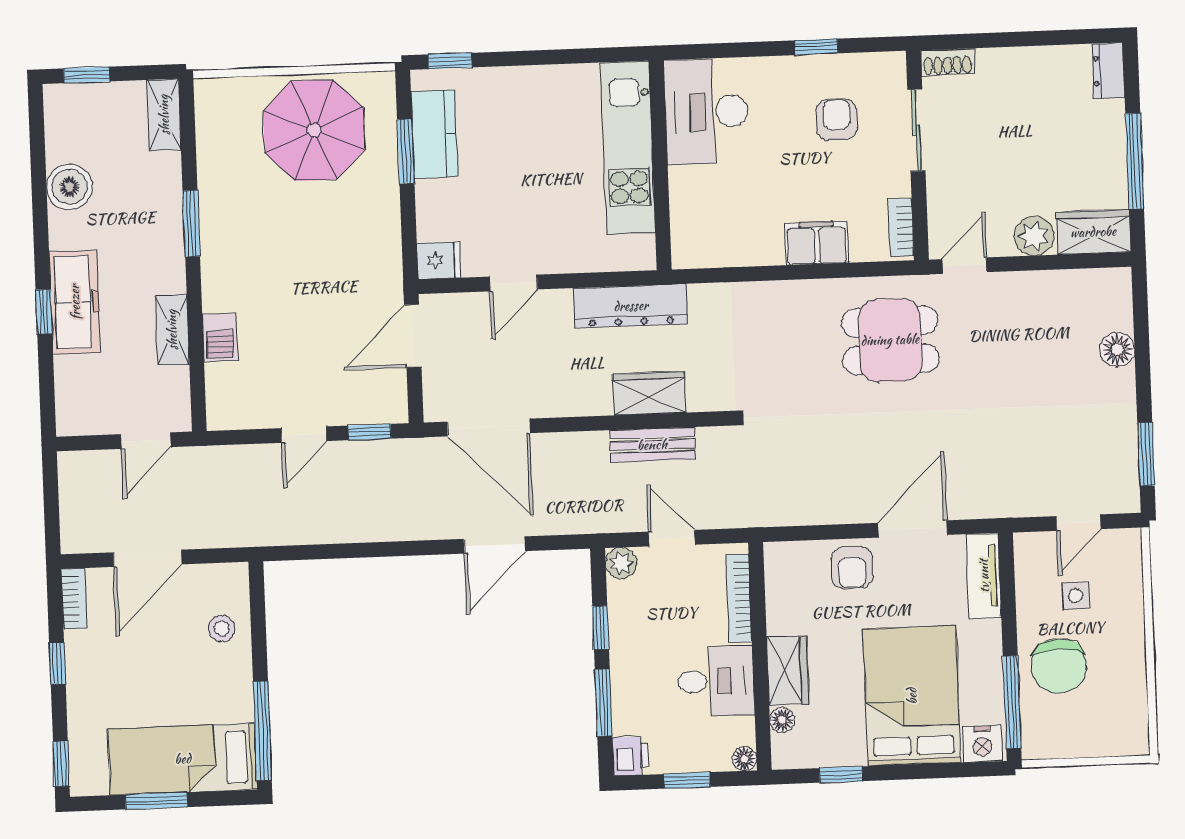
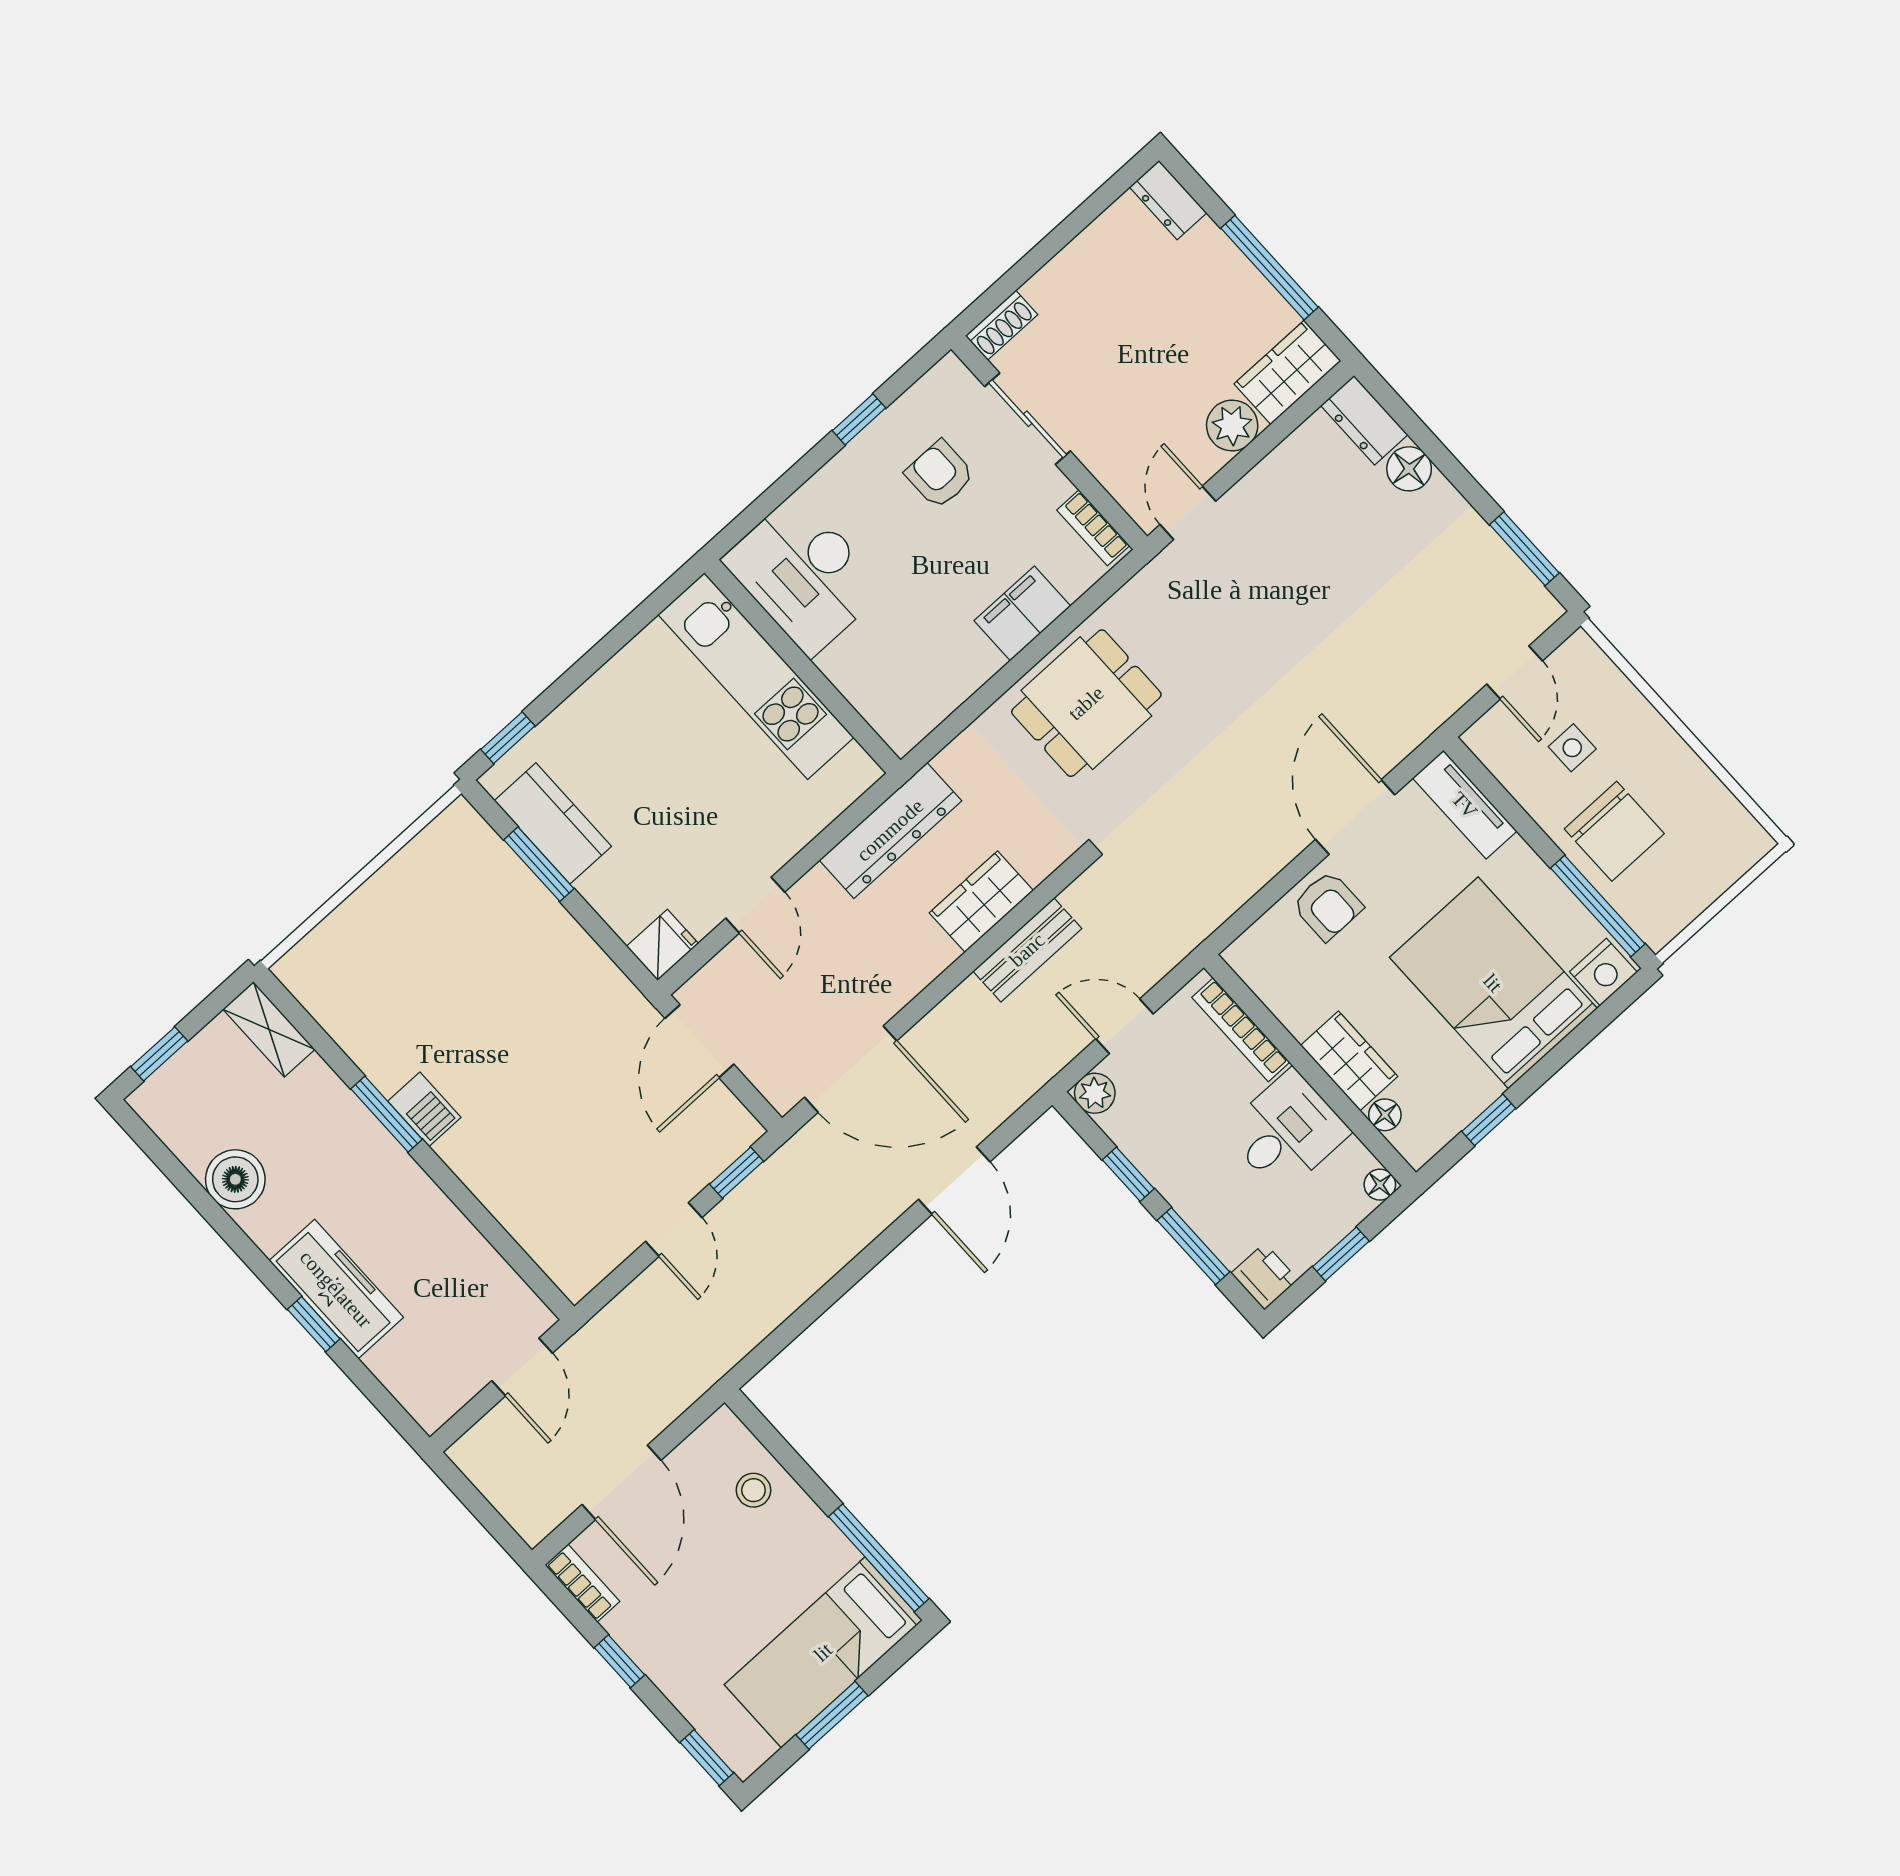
parasol: (314, 130) -> (431, 920), removed
dresser: (1115, 298) -> (1364, 420), added
shelving: (172, 330) -> (456, 1235), removed
barbecue: (220, 337) -> (424, 1109), moved
dining table: (890, 340) -> (1086, 703), moved

